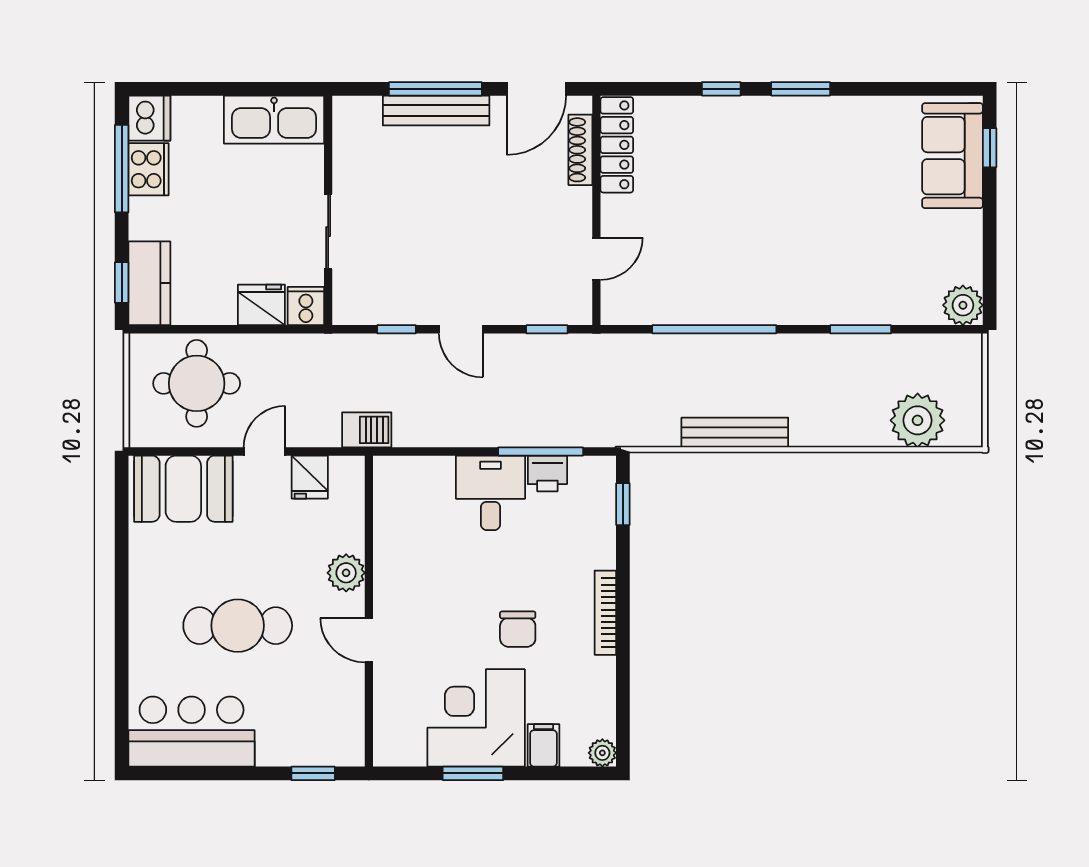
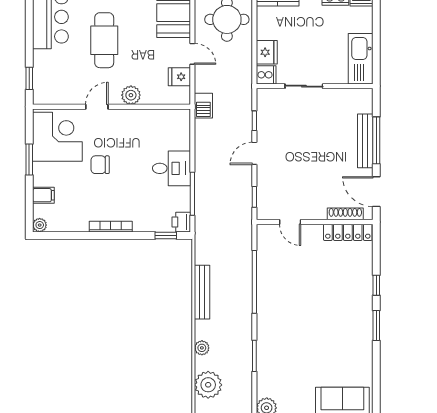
plant: (845, 433) -> (202, 348), added
printer: (547, 473) -> (181, 222), moved
chair: (518, 629) -> (100, 165), moved
corner desk: (476, 718) -> (57, 137), moved

